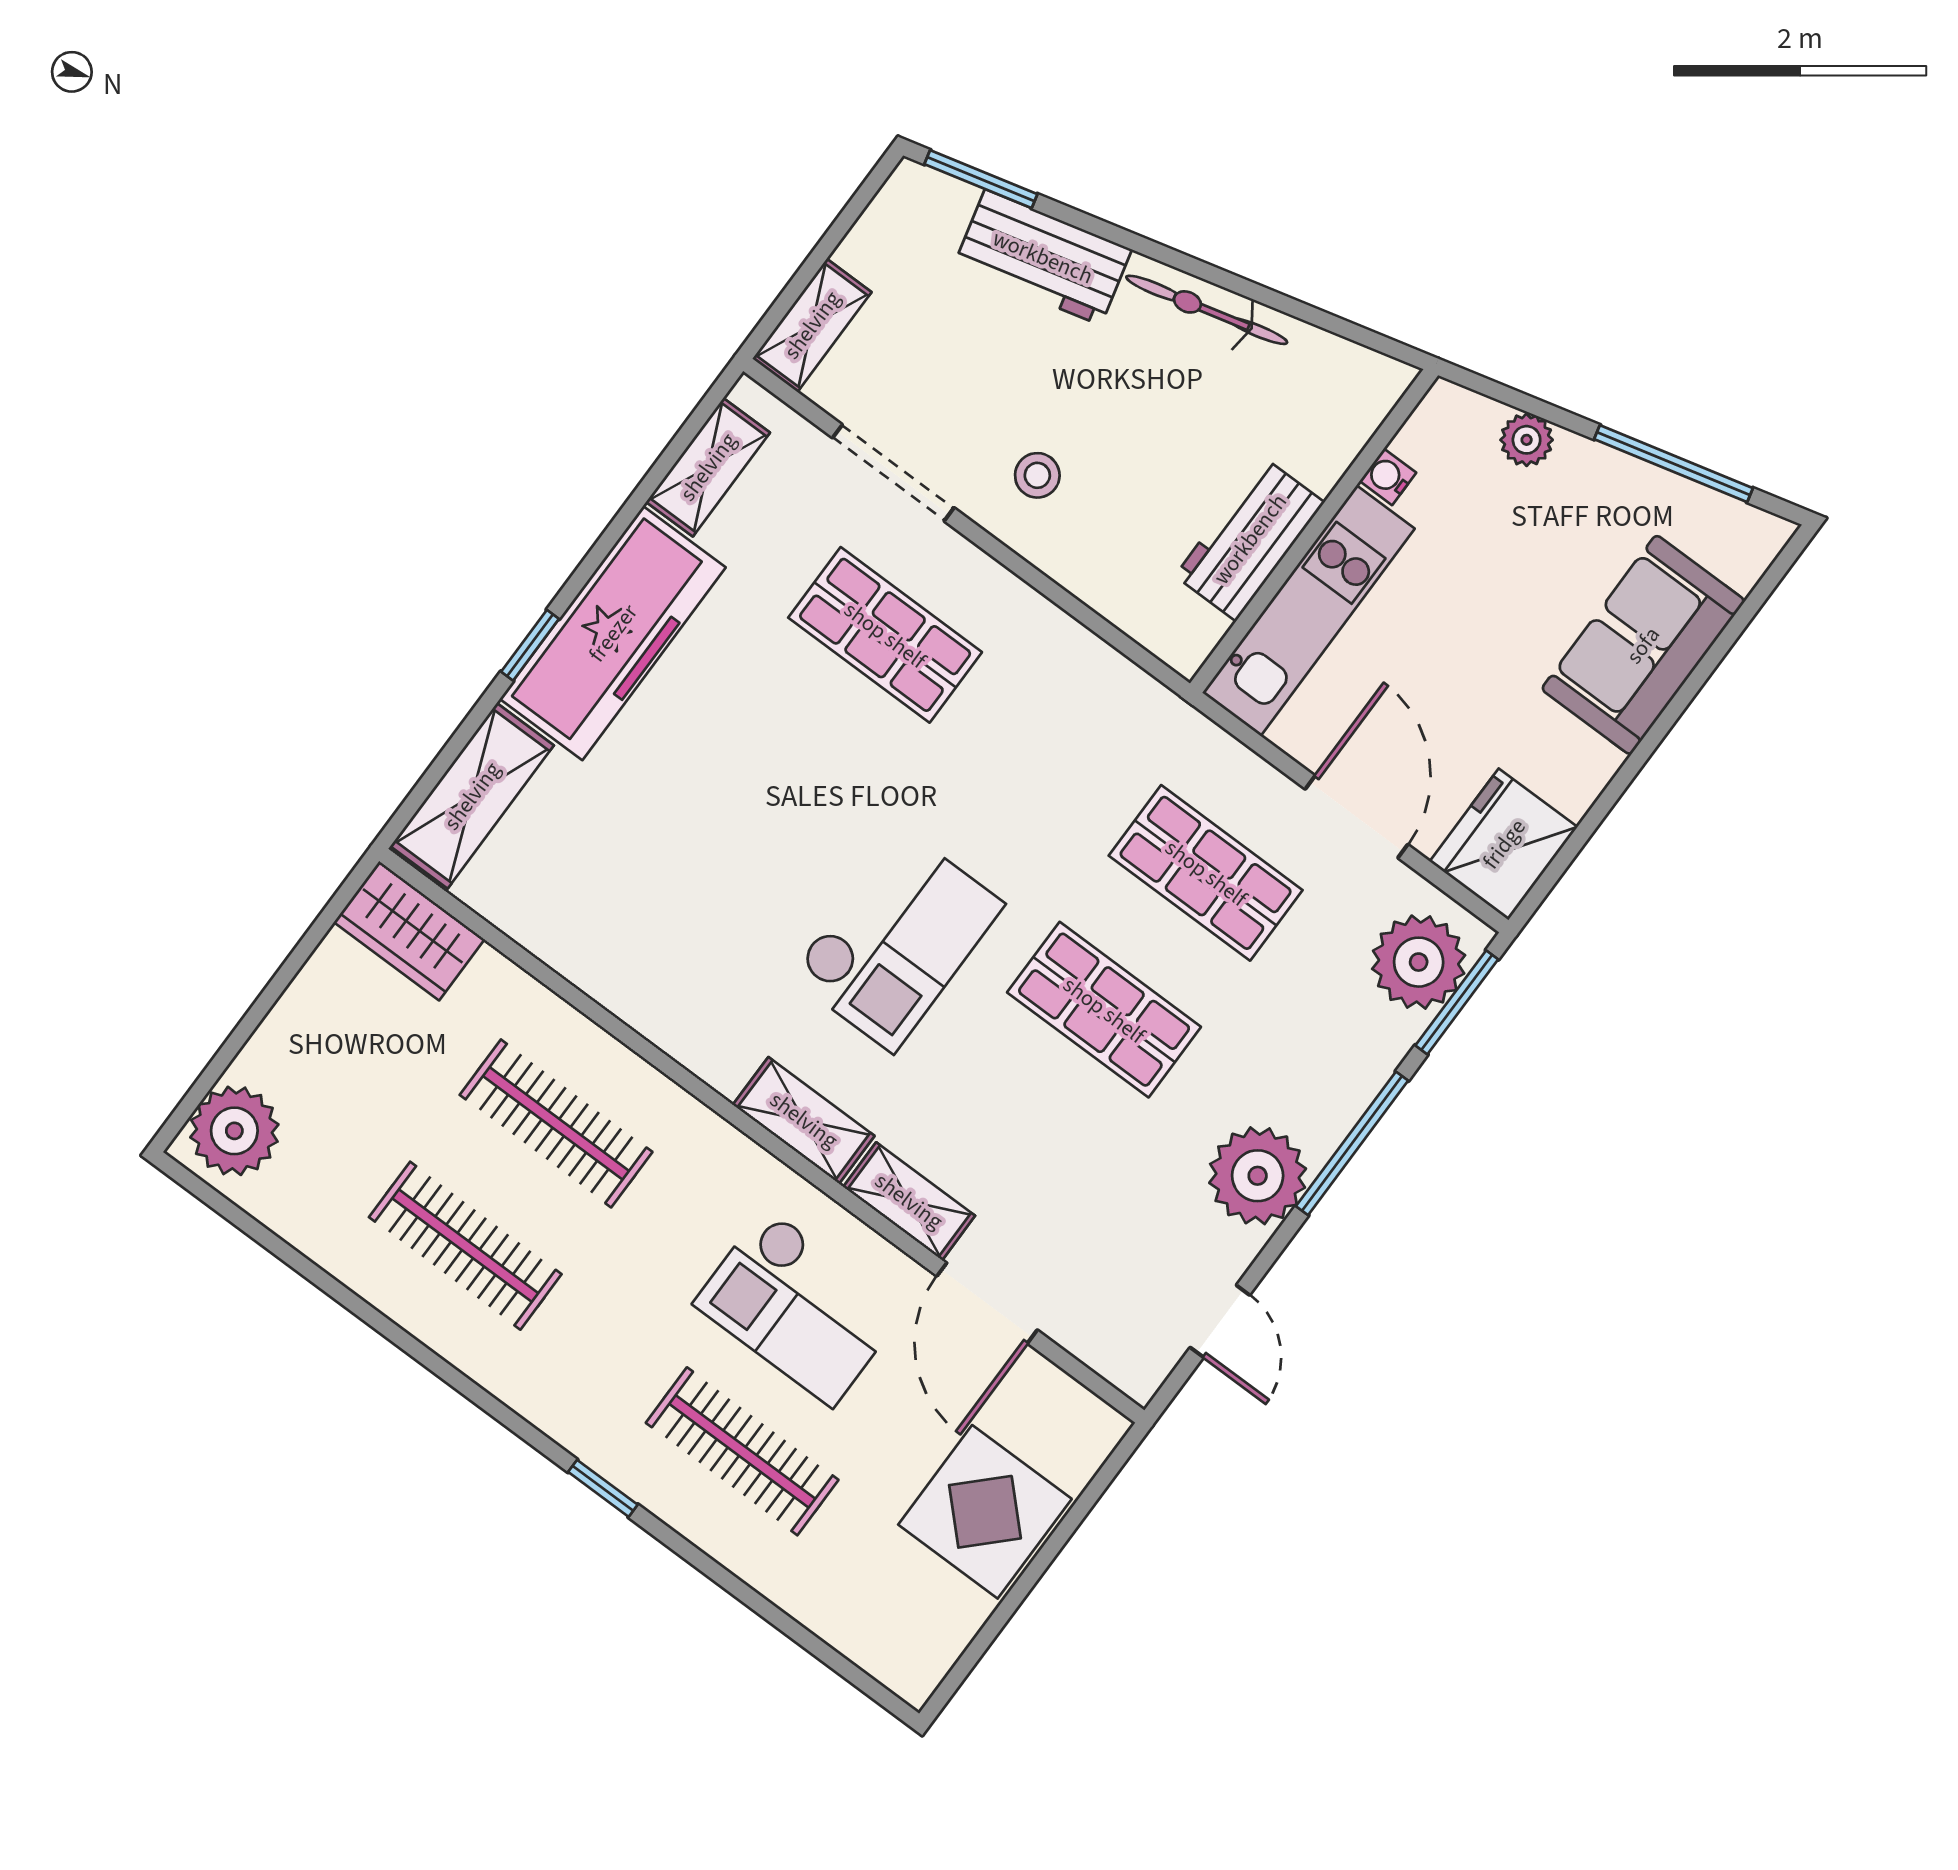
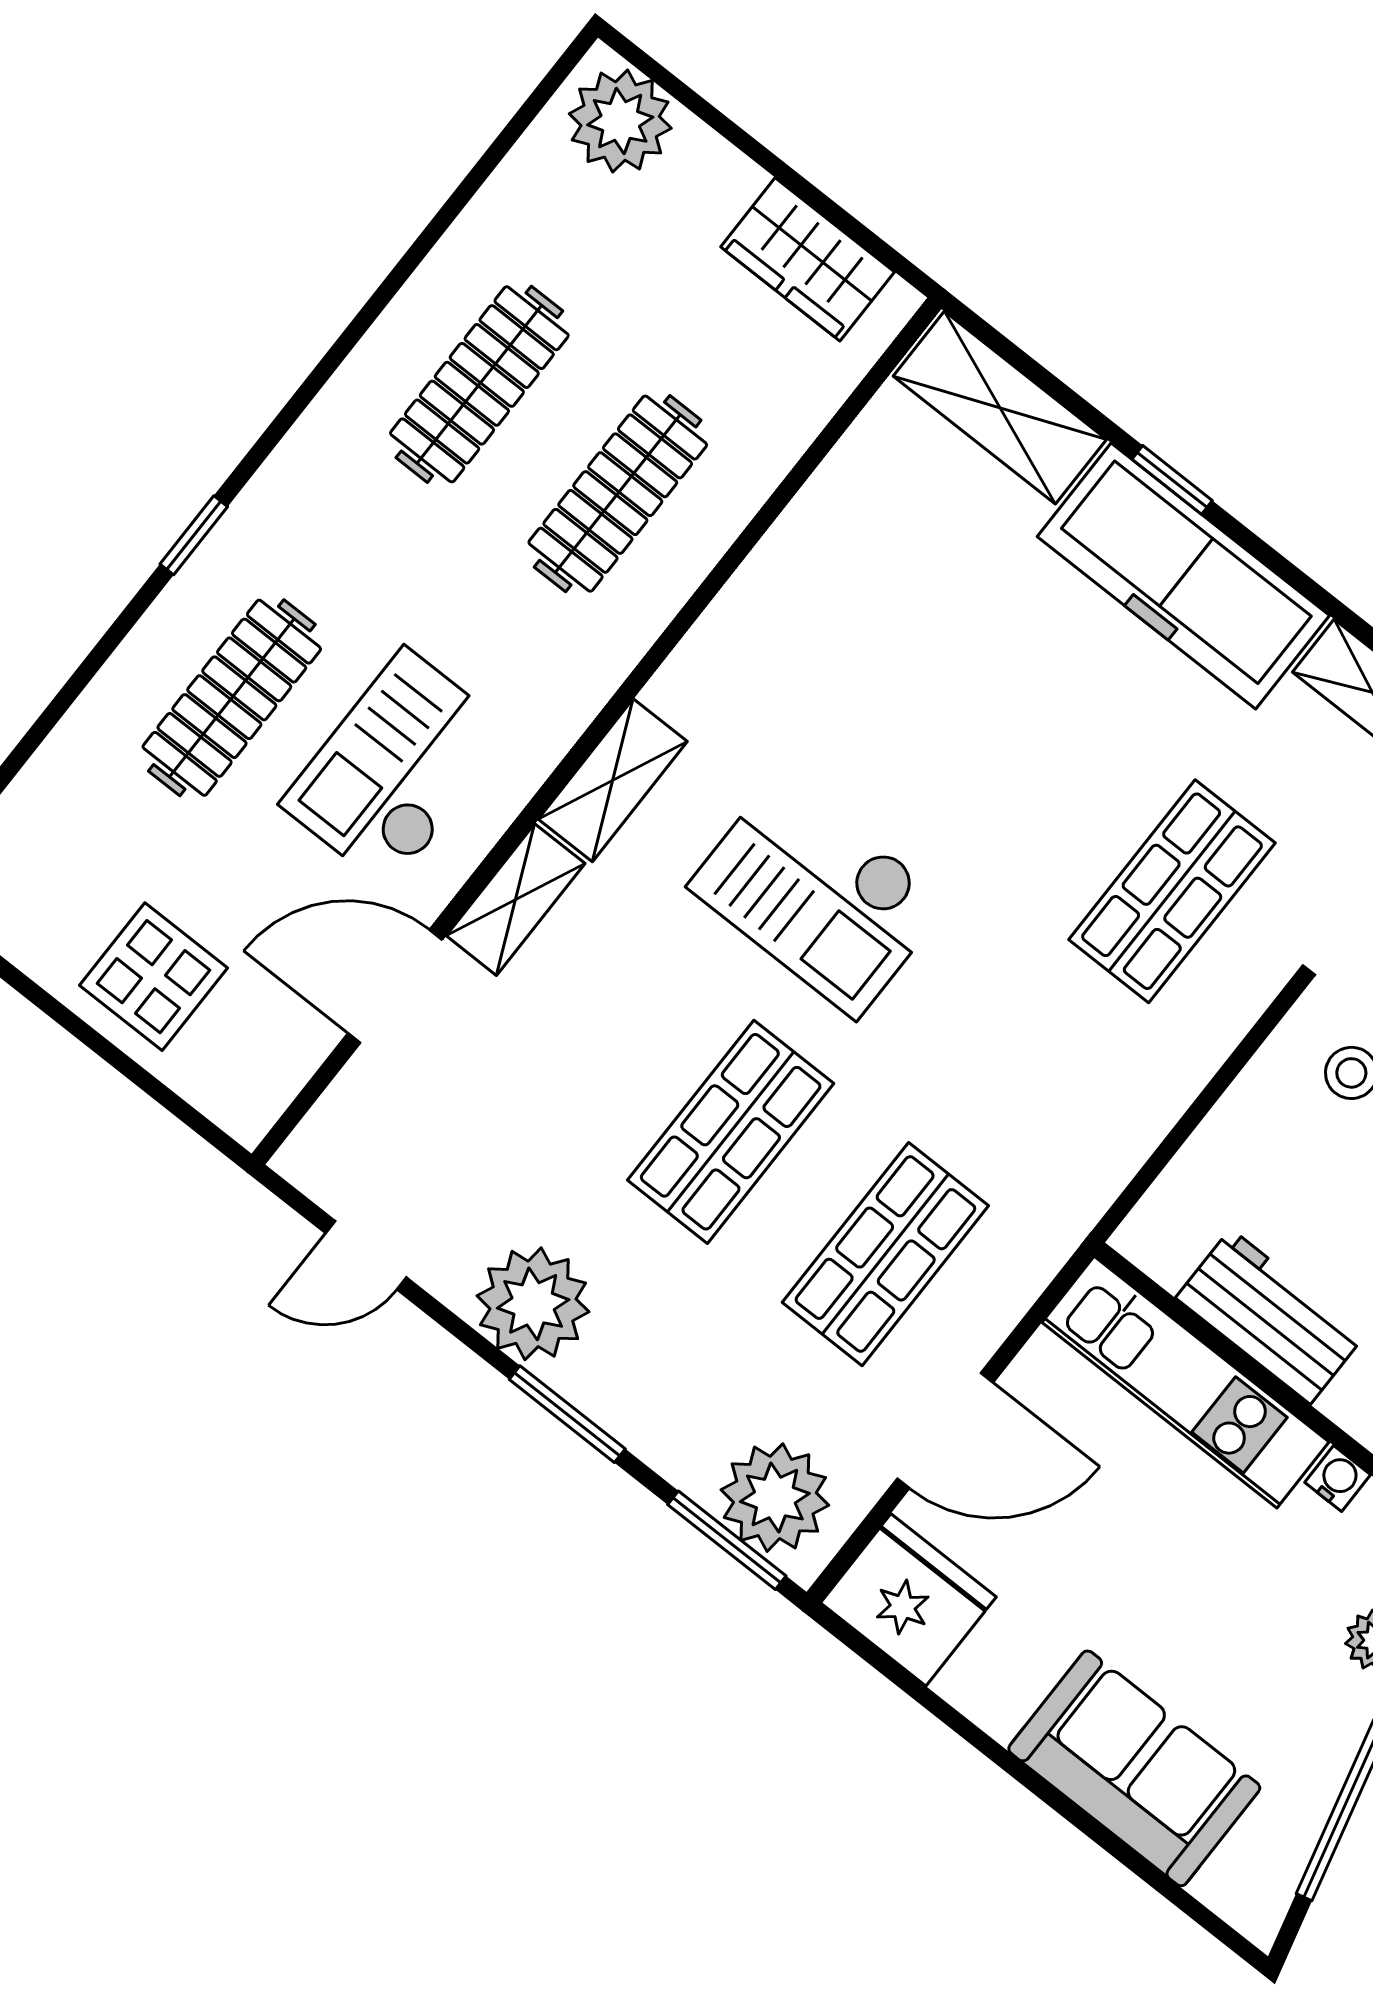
wardrobe: (409, 931) -> (808, 259), moved, turned -90
window: (1352, 1143) -> (567, 1414), width x0.69
display table: (985, 1512) -> (154, 977), width x0.73, depth x0.73

